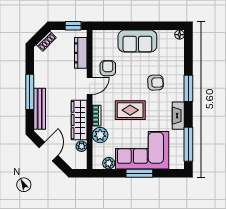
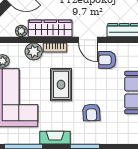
armchair: (108, 68) -> (107, 60), turned 180

